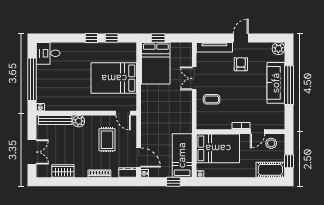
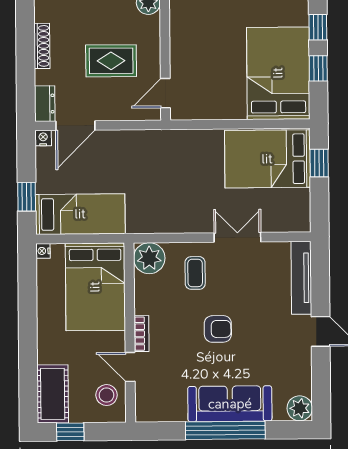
armchair: (241, 64) -> (218, 329), moved
bed: (114, 78) -> (278, 73), moved
plant: (204, 122) -> (149, 258), added

